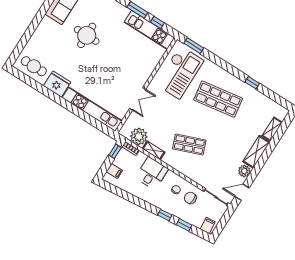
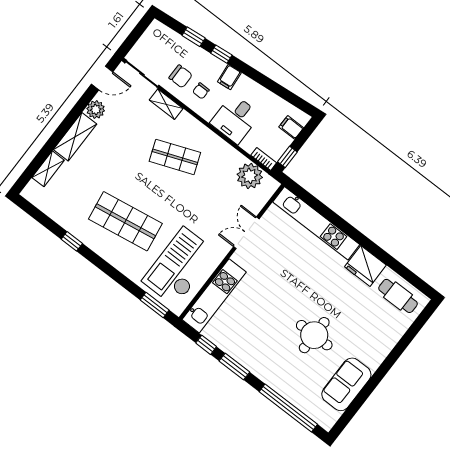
kitchen unit: (149, 30) -> (214, 296), moved, turned 90
shelving: (154, 150) -> (166, 104), moved
filing cabinet: (208, 225) -> (229, 77), moved

